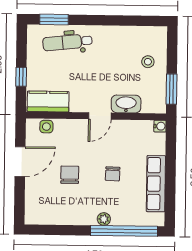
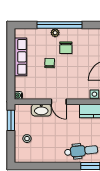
door: (100, 116) -> (59, 102), swing flipped
chair: (70, 175) -> (66, 48), moved
window: (124, 231) -> (60, 25), moved

